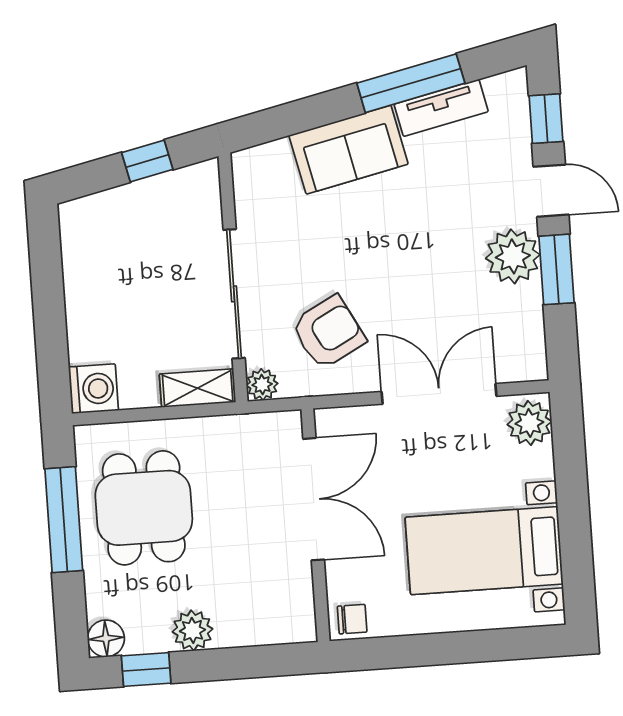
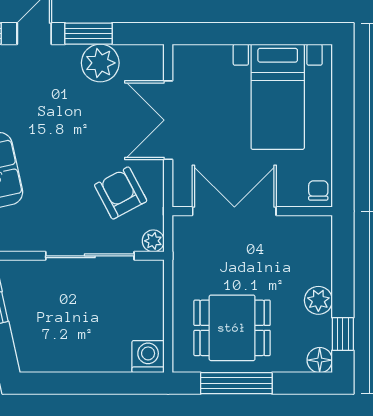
plant: (513, 256) -> (100, 63), moved
shelving: (198, 388) -> (153, 285), removed
plant: (529, 423) -> (192, 60), removed

